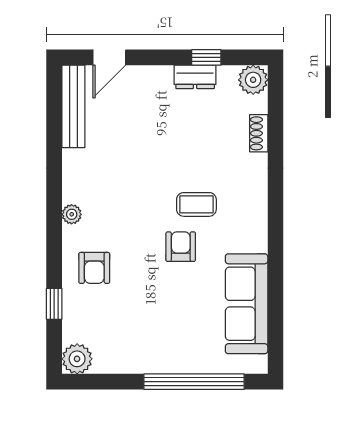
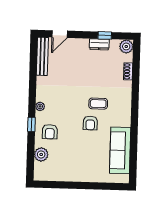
armchair: (181, 247) -> (90, 123), turned 180
window: (54, 304) -> (31, 124), moved
plant: (77, 359) -> (41, 154), moved
window: (194, 382) -> (95, 186), removed

